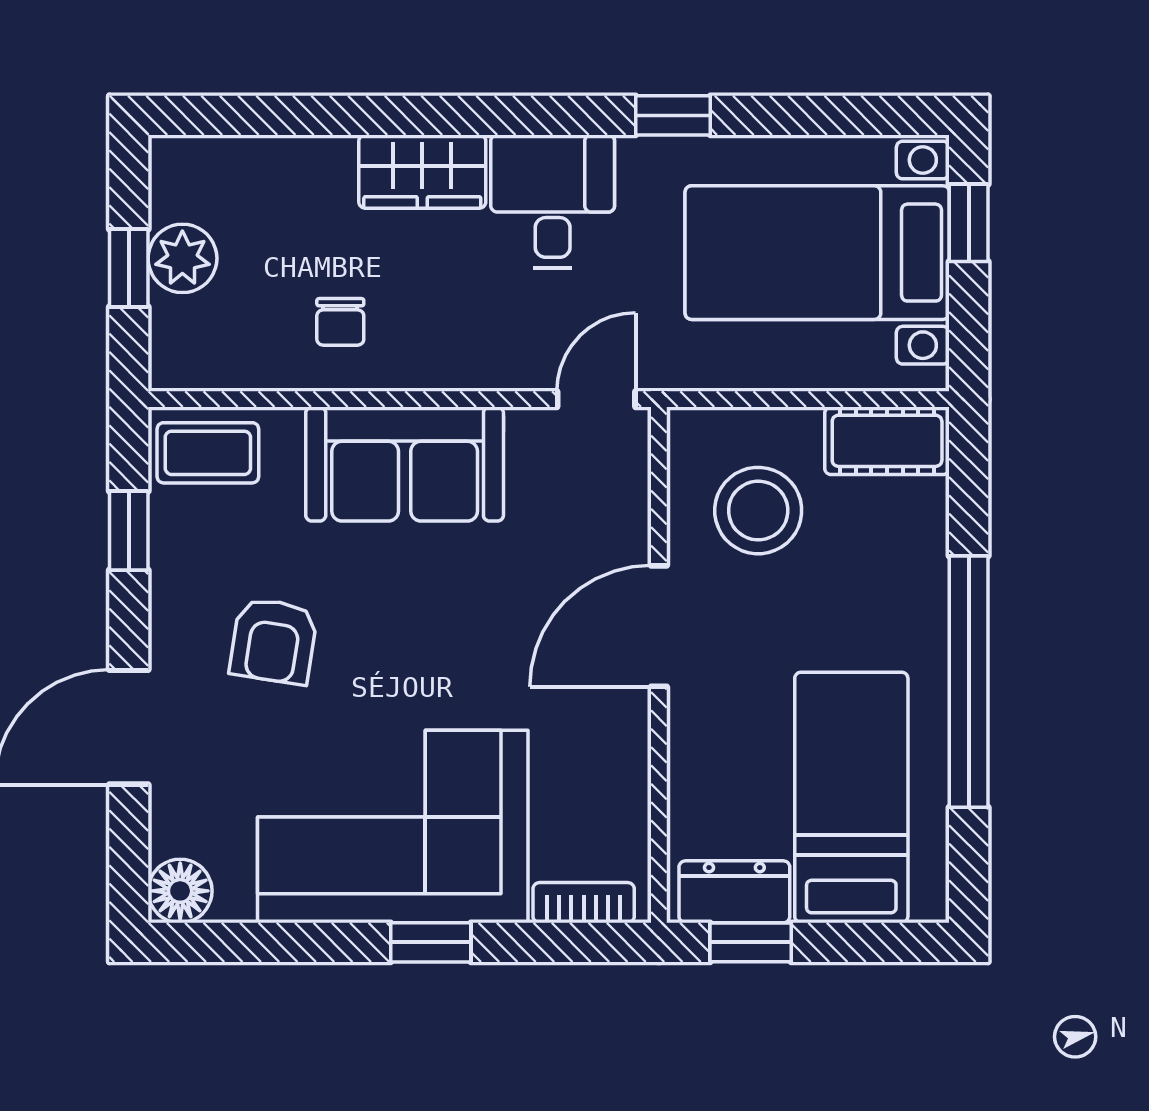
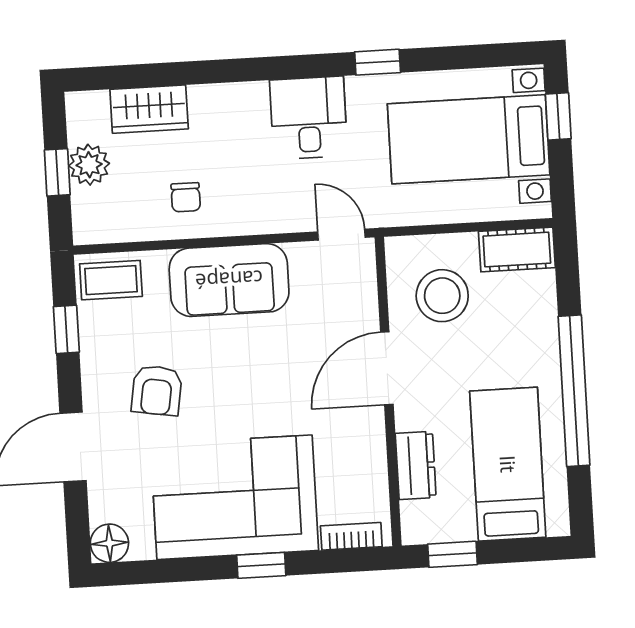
wardrobe: (422, 172) -> (149, 109), moved
door: (596, 399) -> (341, 235), hinge flipped
dresser: (734, 892) -> (416, 465), moved, turned 90

